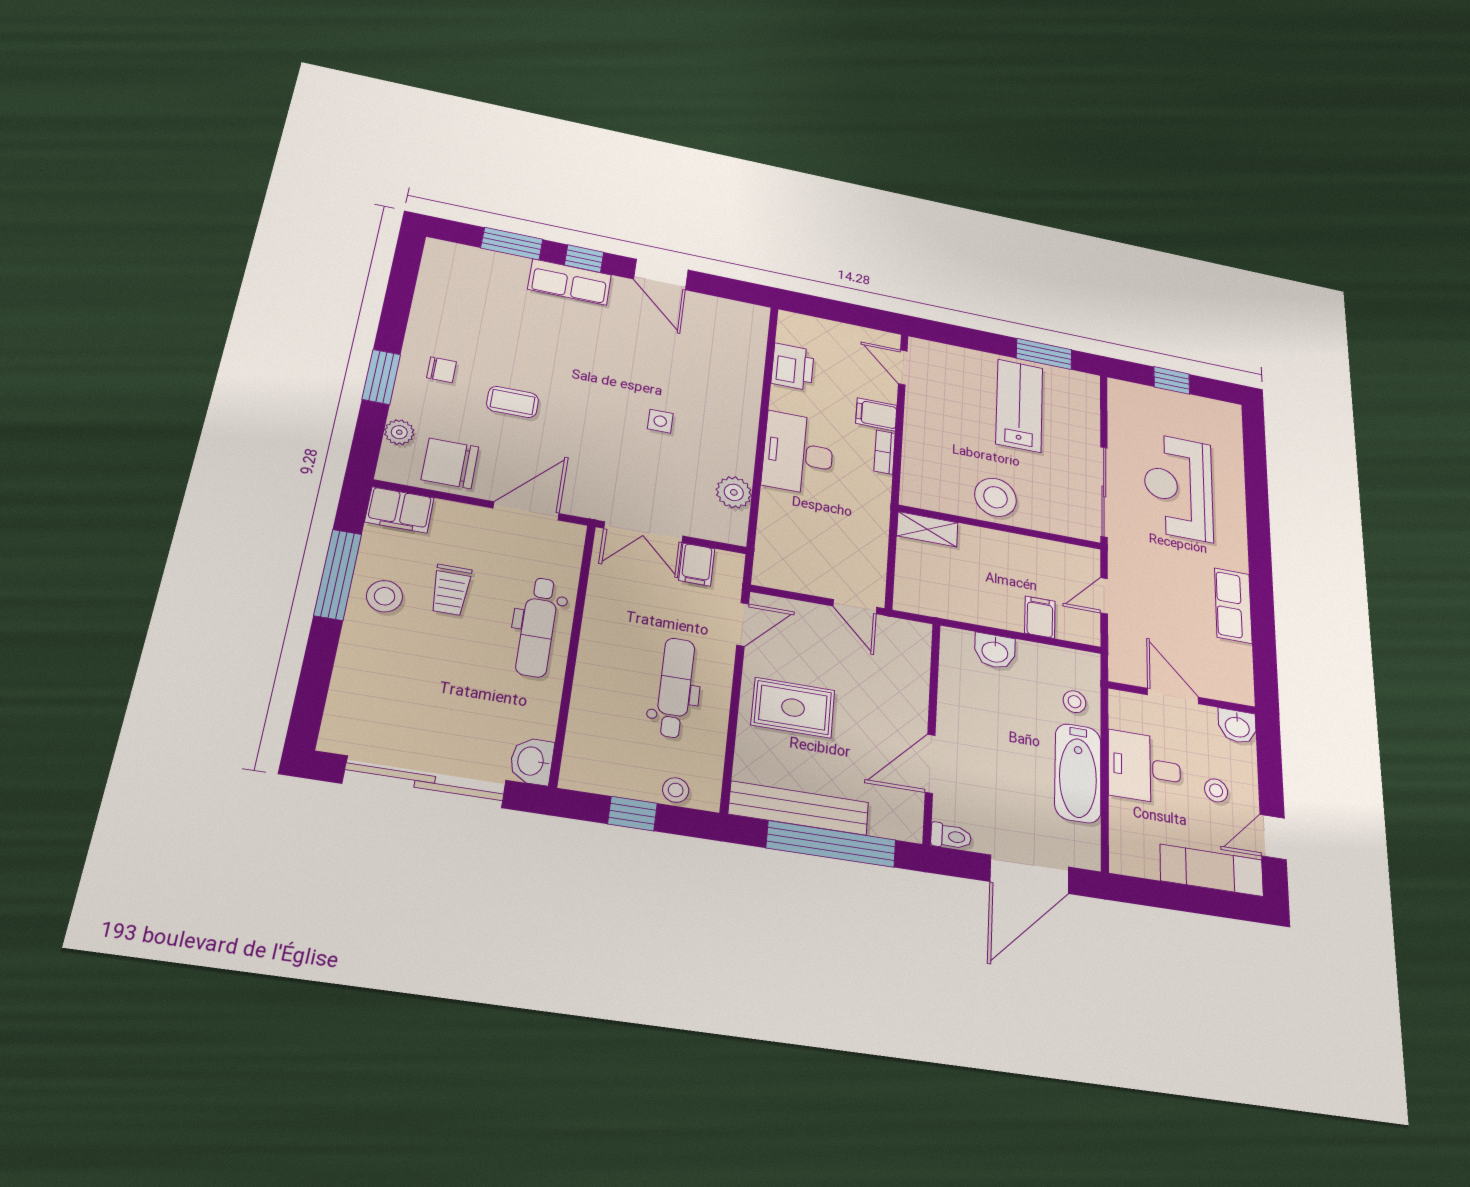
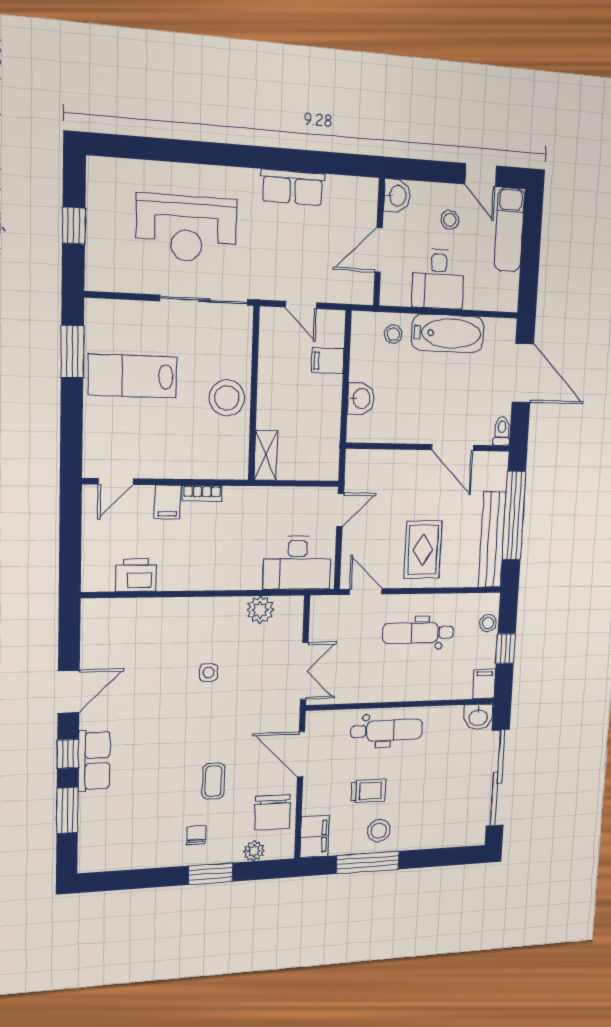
desk: (798, 454) -> (297, 563), moved
filing cabinet: (697, 565) -> (484, 684), moved, turned -90

